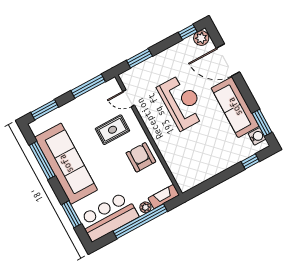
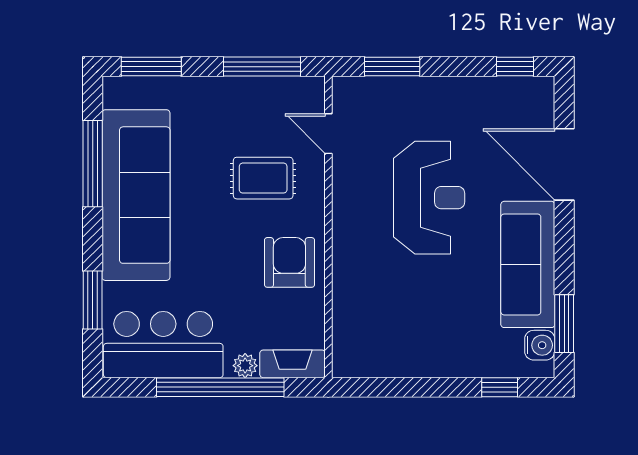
plant: (201, 38) -> (535, 93), removed

